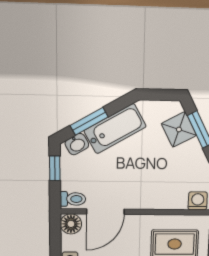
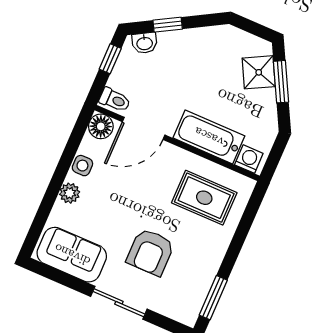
window: (89, 121) -> (168, 25), width x0.67
bathtub: (115, 129) -> (209, 137), moved, turned -150

